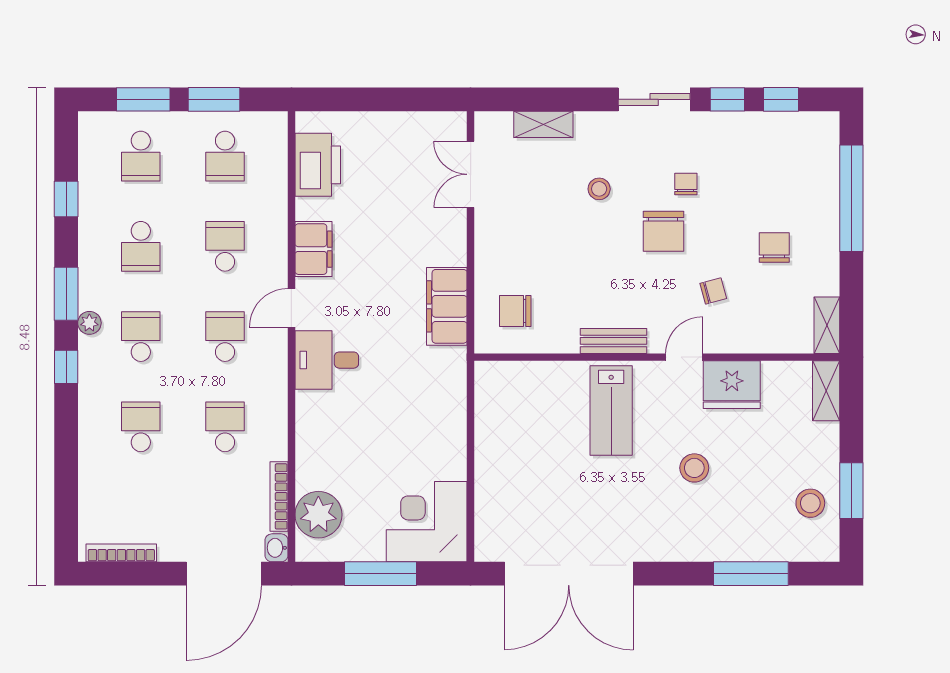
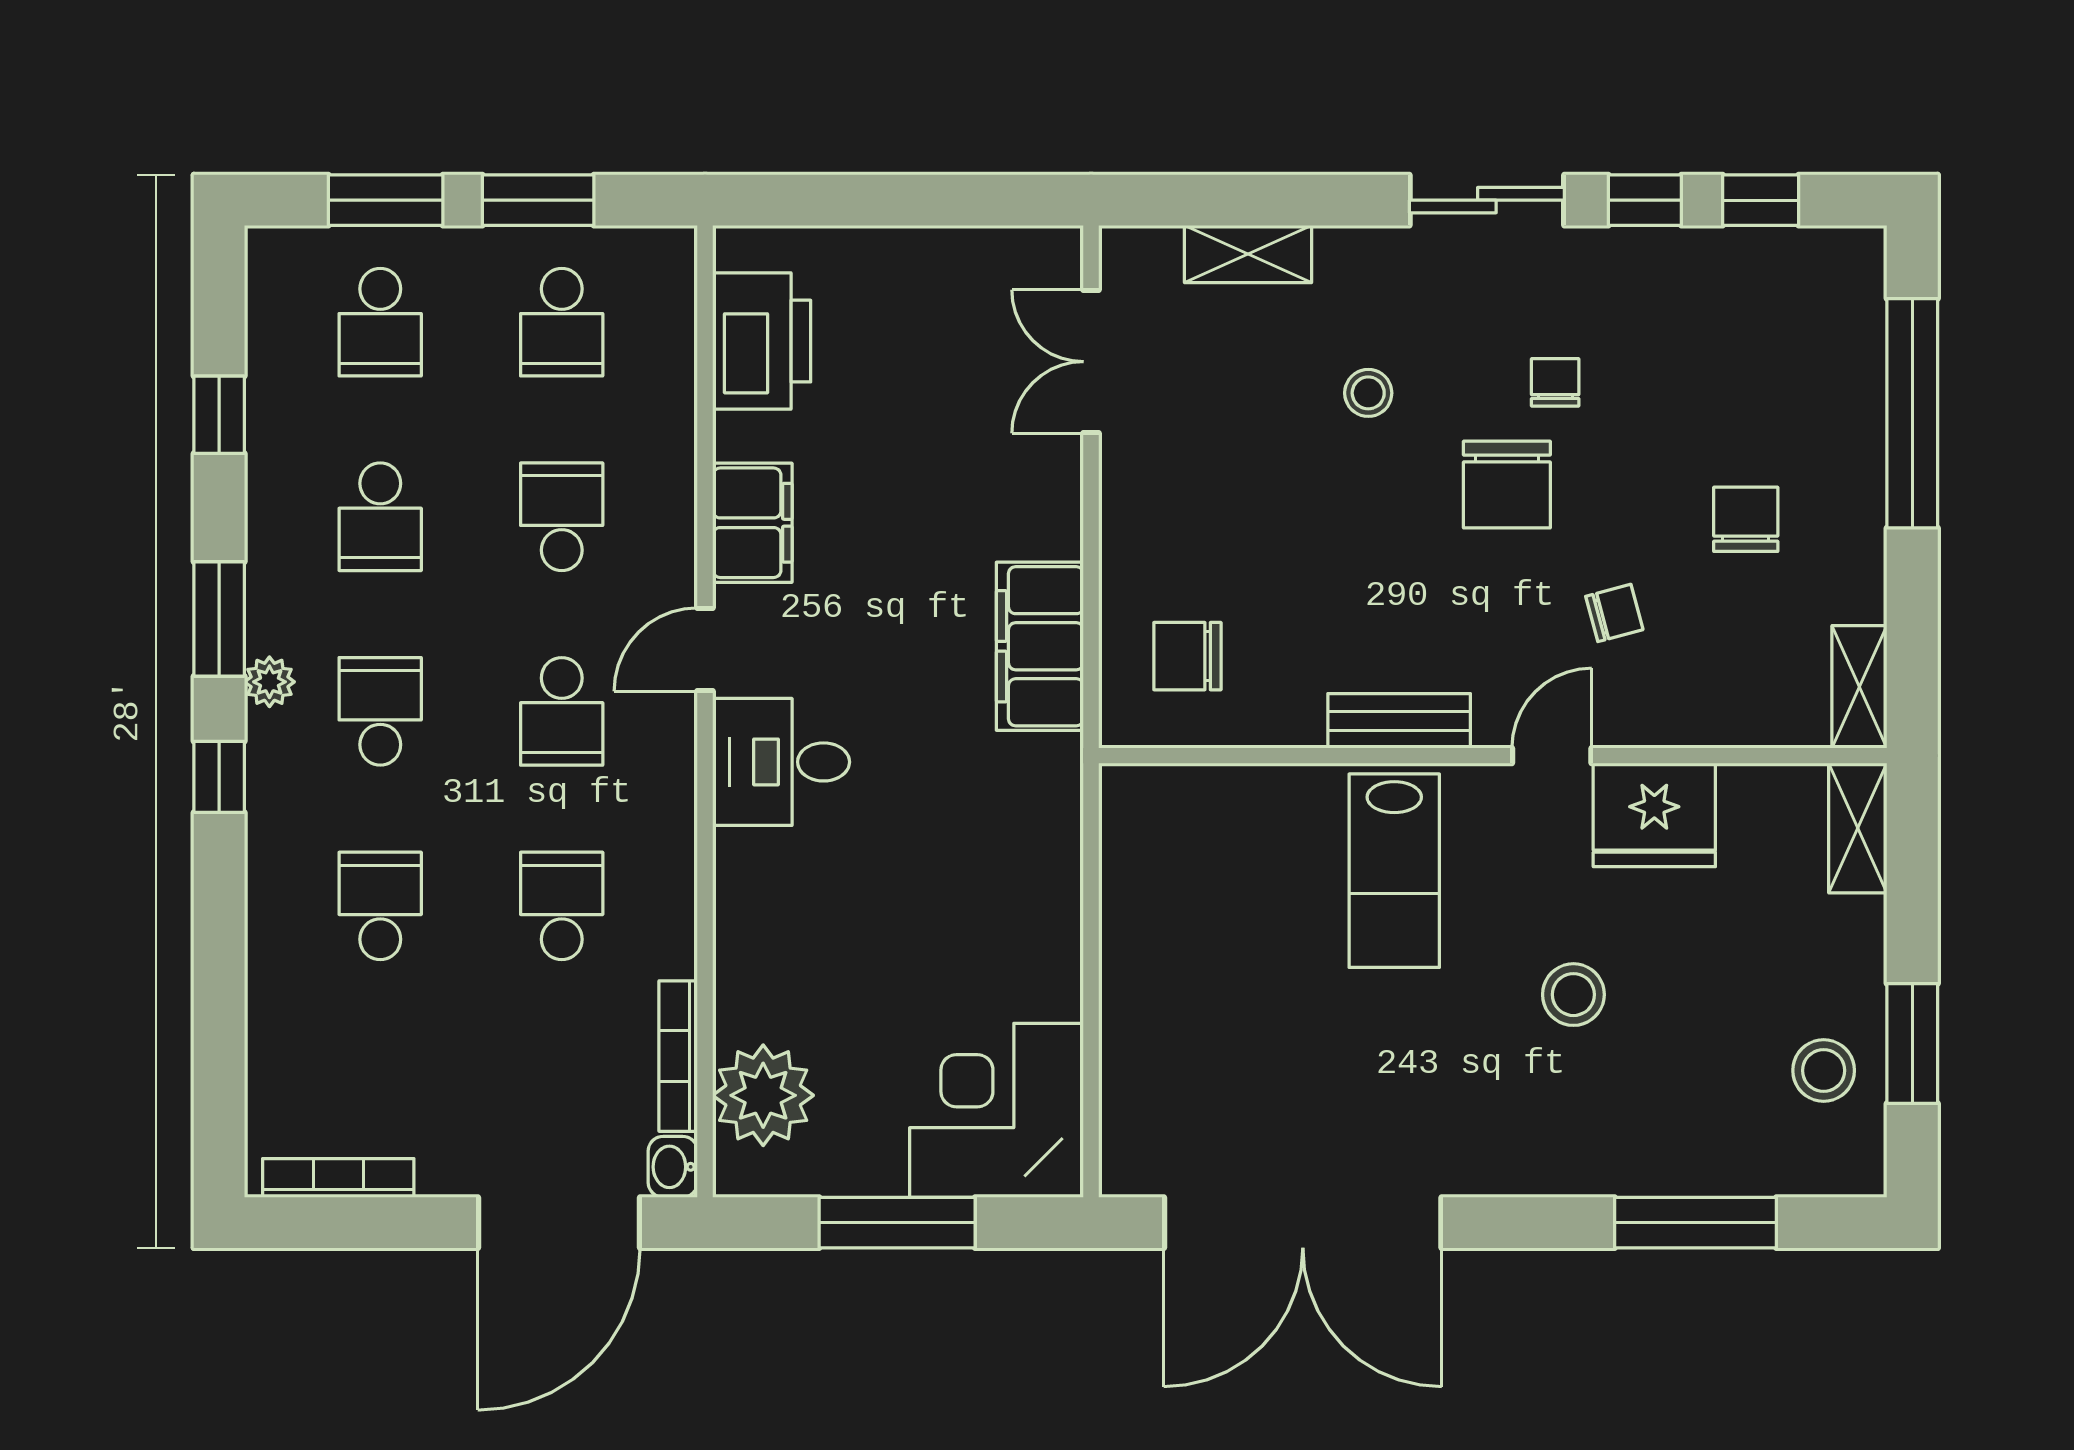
school desk: (225, 337) -> (562, 711), turned 180

